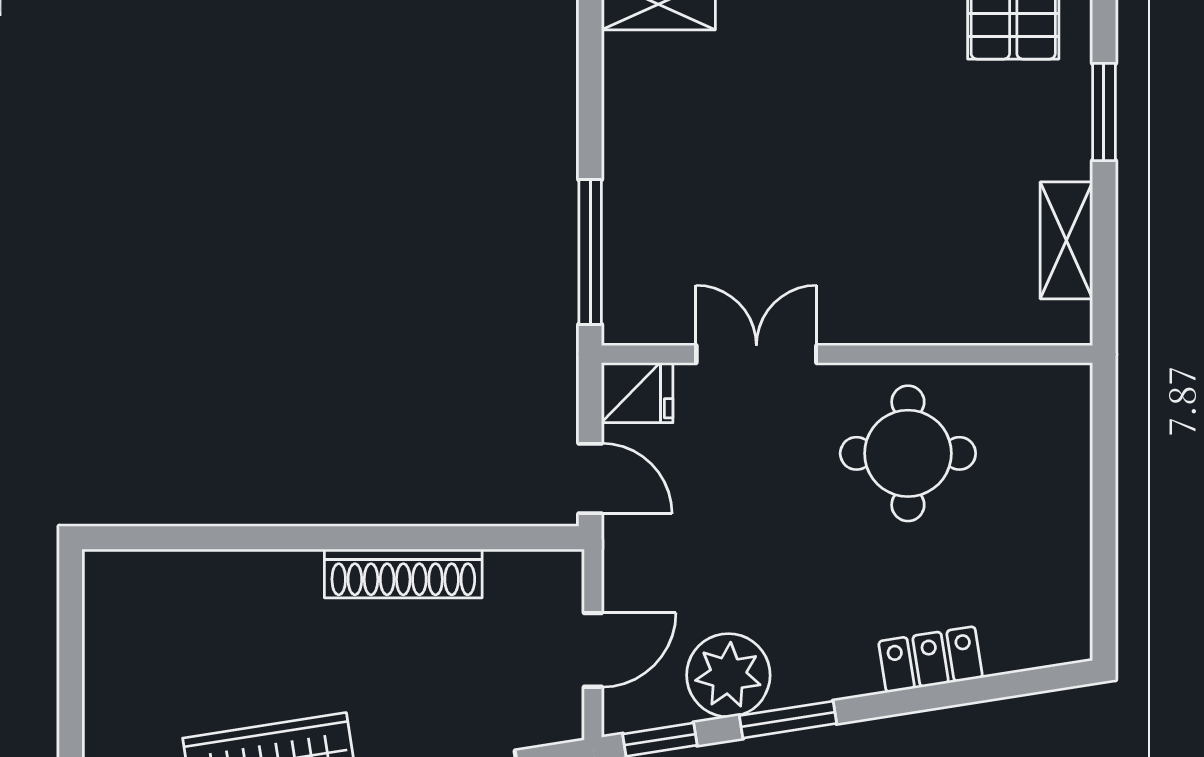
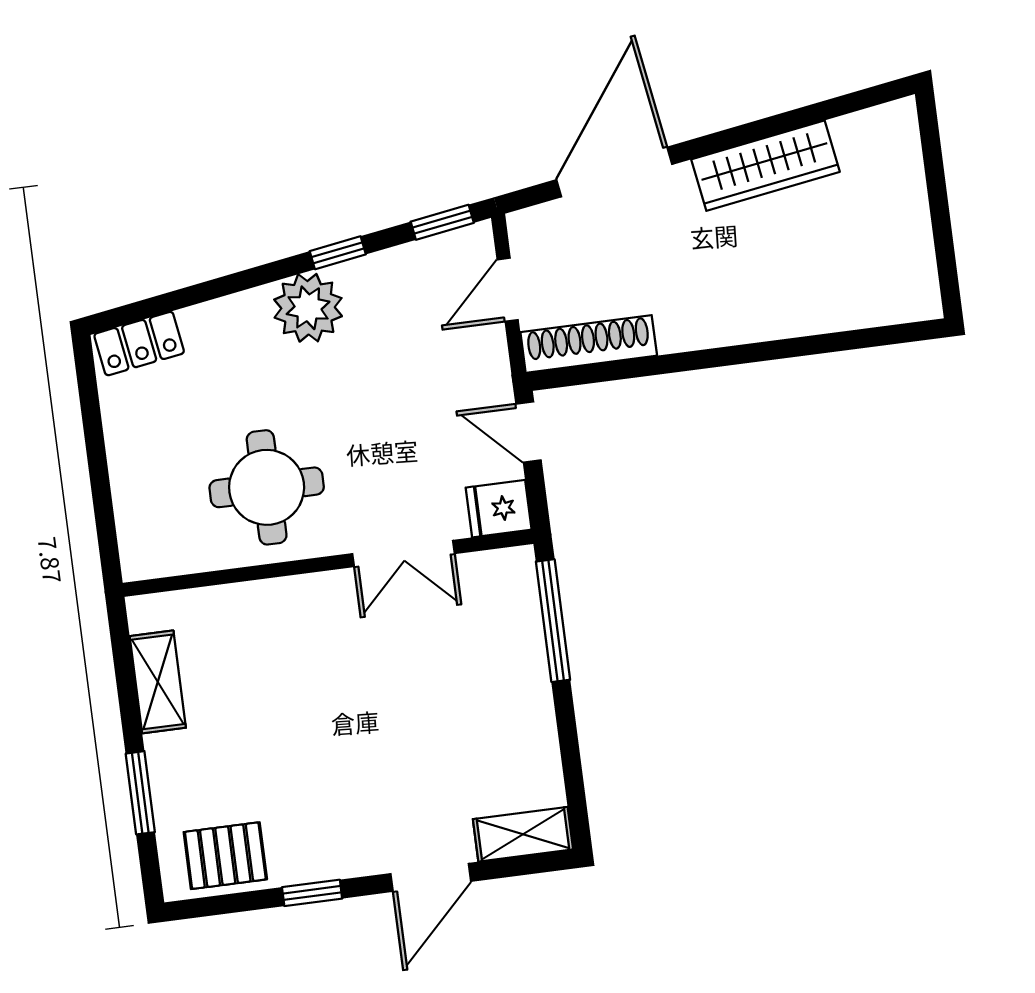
shoe rack: (403, 573) -> (589, 344), moved
locker: (931, 659) -> (139, 344), moved
plant: (728, 675) -> (308, 308), moved
window: (788, 720) -> (338, 253), width x0.67

